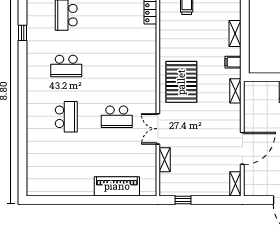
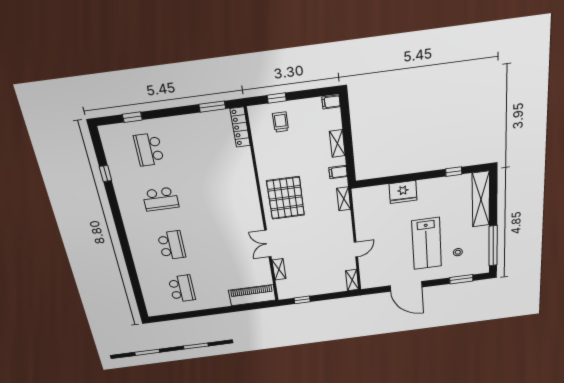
school desk: (117, 117) -> (182, 289), moved, turned -90
door: (242, 148) -> (356, 249), width x0.53
piano: (117, 186) -> (252, 295), moved

